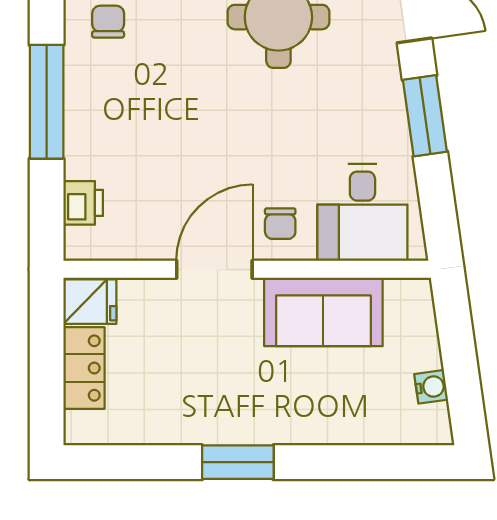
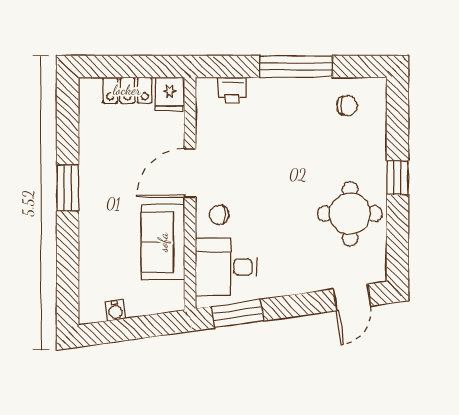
window: (425, 116) -> (237, 314), moved
door: (214, 269) -> (190, 173), swing flipped

